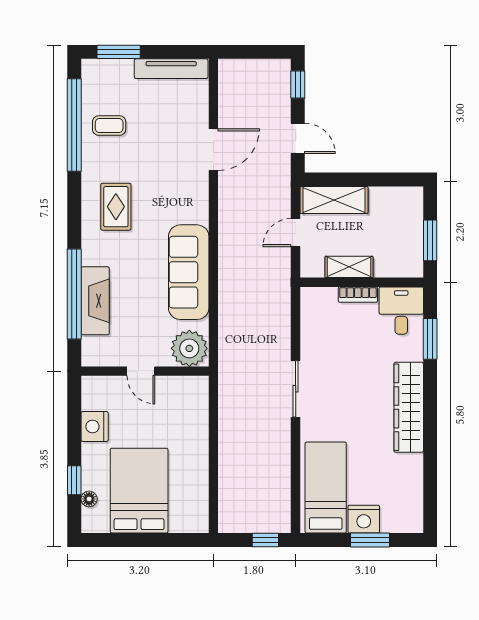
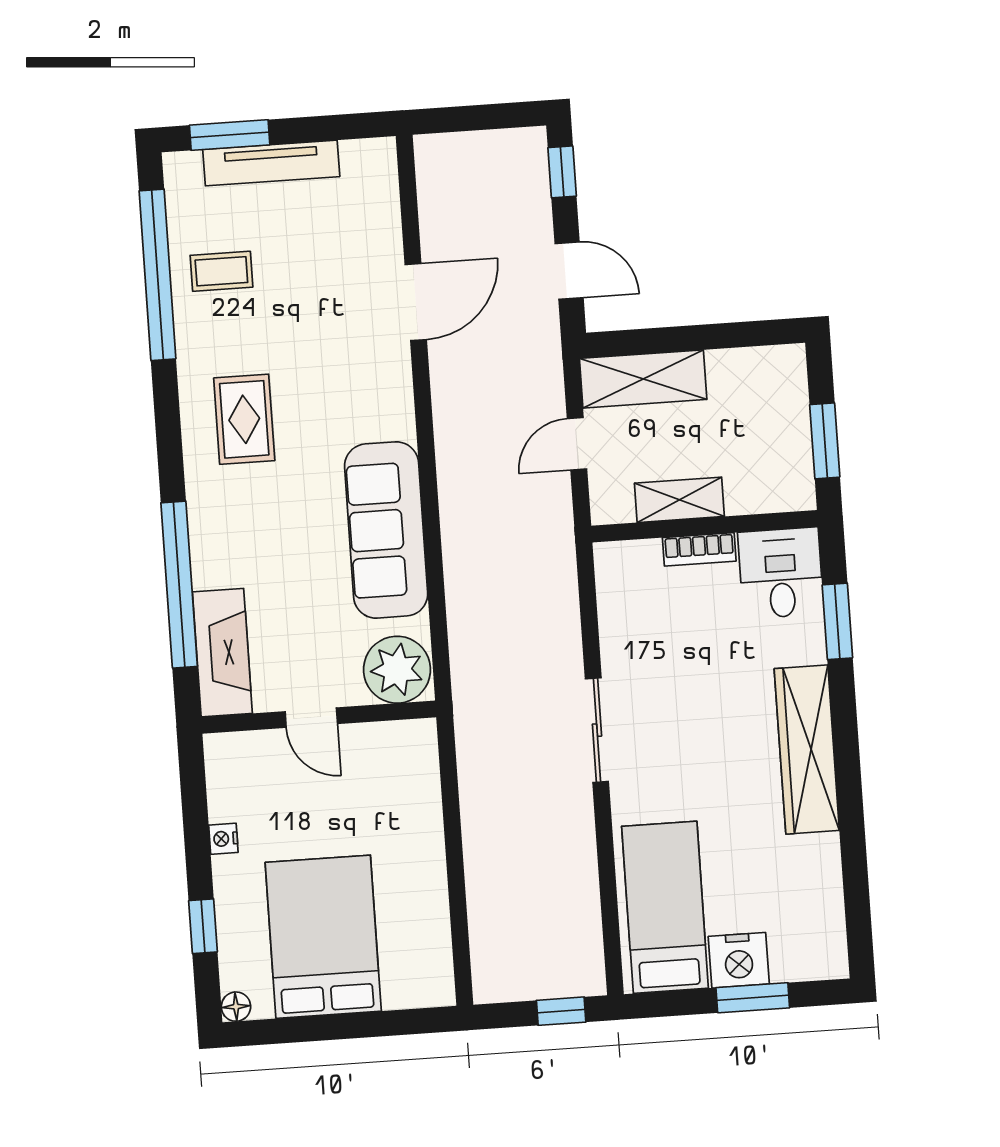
tv unit: (171, 69) -> (271, 163), moved
fireplace: (95, 301) -> (222, 653), moved
nightstand: (95, 427) -> (223, 839), width x0.53, depth x0.56
floor lamp: (89, 499) -> (236, 1007), moved

